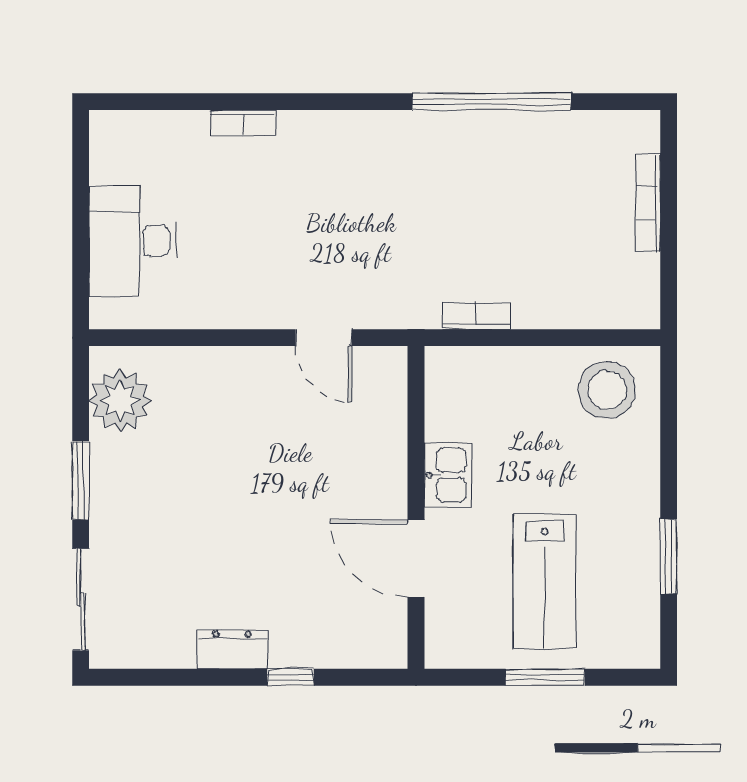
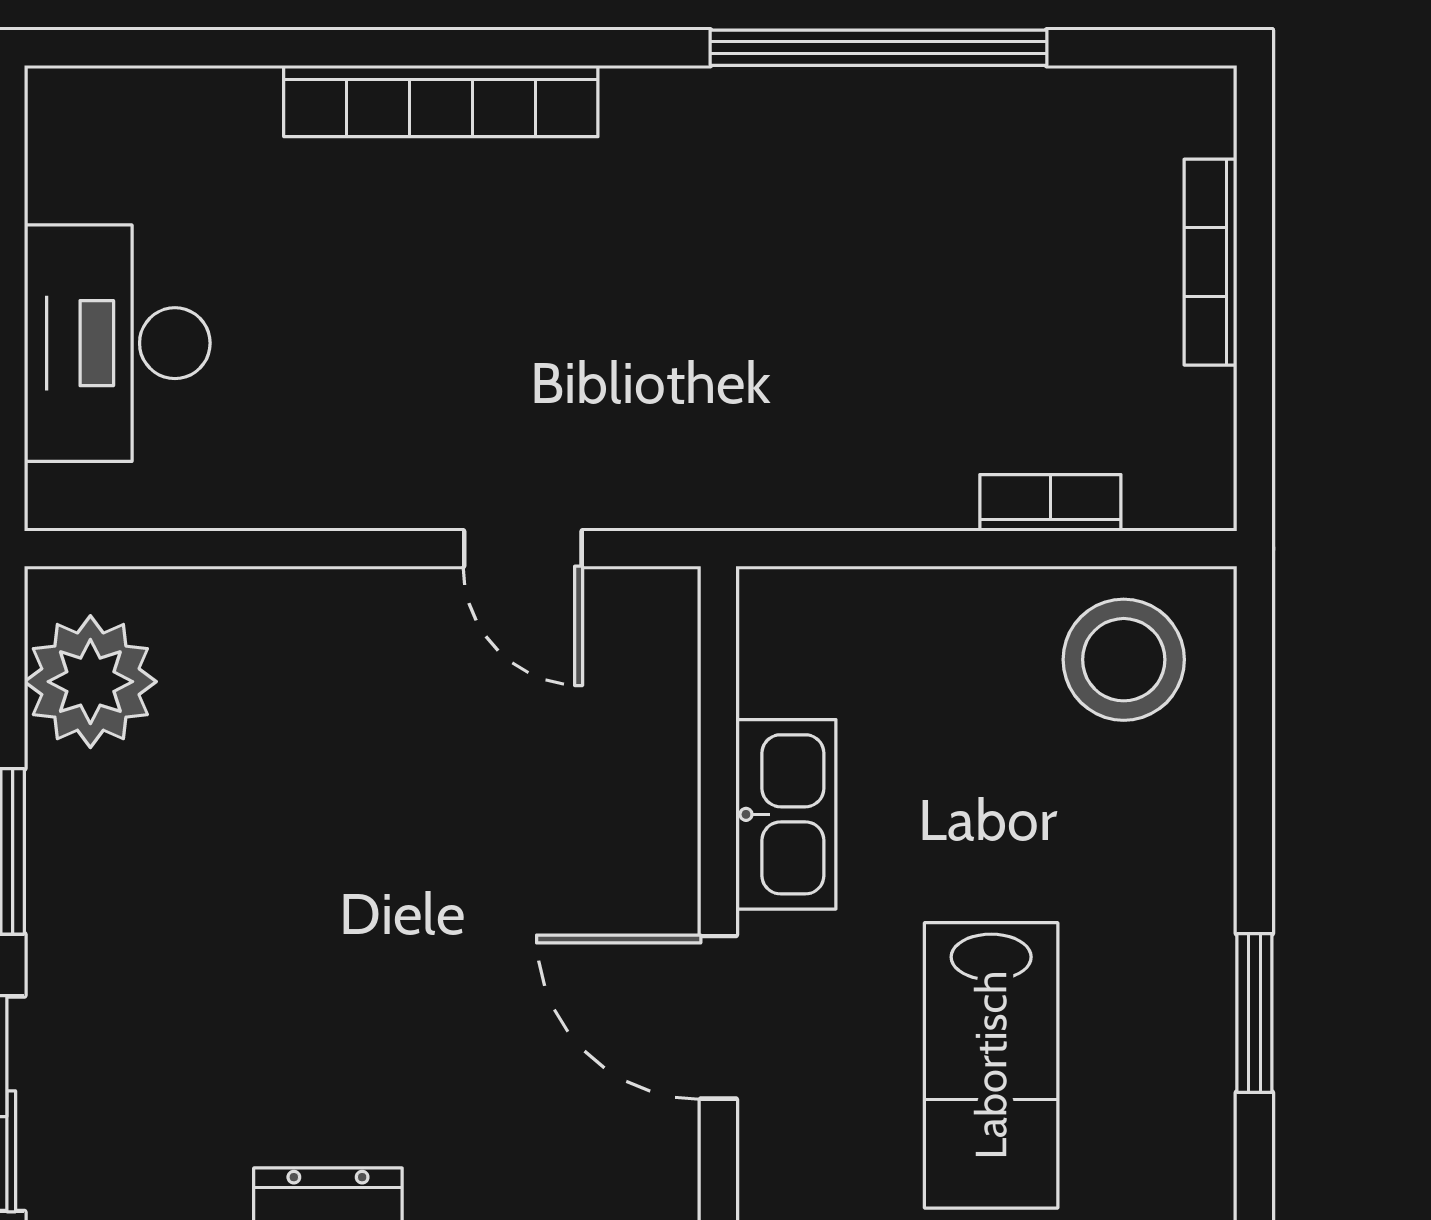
bookcase: (243, 123) -> (441, 101), width x2.31, depth x1.31
bookcase: (476, 316) -> (1050, 503), moved
kitchen sink: (448, 475) -> (786, 814), width x1.38

